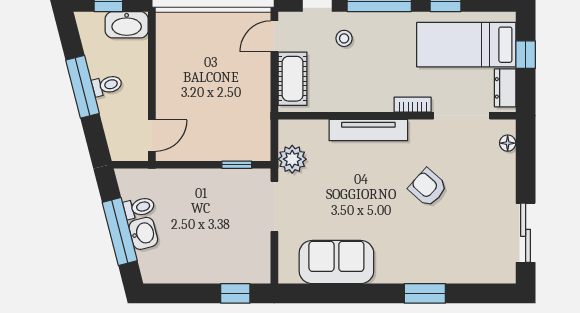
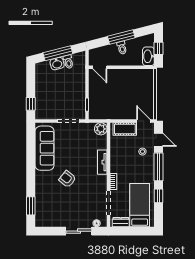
window: (526, 55) -> (135, 231), removed
tv unit: (368, 130) -> (102, 162), width x0.71
plant: (292, 159) -> (101, 129), moved
armchair: (428, 188) -> (67, 179), moved, turned -93
sliding door: (526, 233) -> (79, 231), moved
sofa: (336, 262) -> (44, 148), width x1.36
window: (425, 293) -> (31, 206), moved

